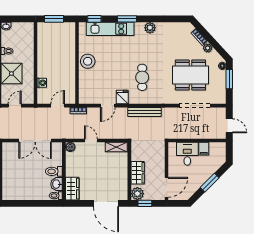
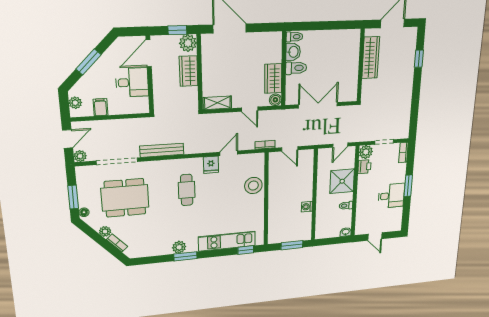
window: (127, 19) -> (185, 256), moved
stool: (88, 61) -> (253, 186), moved
washing machine: (42, 83) -> (307, 207), moved
door: (58, 106) -> (290, 149), hinge flipped
bench: (145, 112) -> (162, 150), moved
plant: (221, 112) -> (80, 156), added
door: (229, 126) -> (68, 139), swing flipped
plant: (221, 153) -> (75, 103), added
desk: (187, 154) -> (132, 82), moved, turned -90
wardrobe: (72, 189) -> (273, 79), moved

